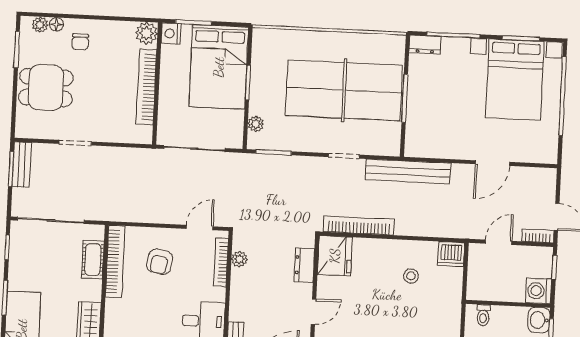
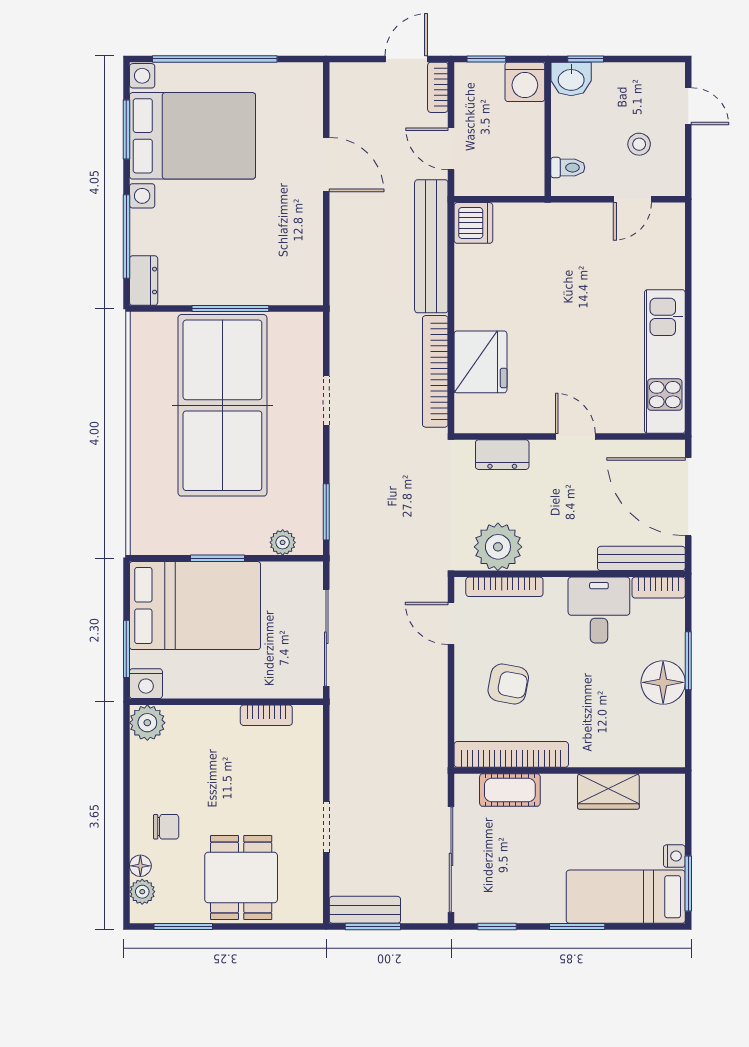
bookcase: (146, 87) -> (266, 715), width x0.43, depth x0.76
bench: (408, 171) -> (431, 246), moved
fridge: (335, 256) -> (480, 362), moved, turned 90
plant: (239, 259) -> (498, 547), width x1.88, depth x1.88
stool: (411, 276) -> (511, 285), removed

